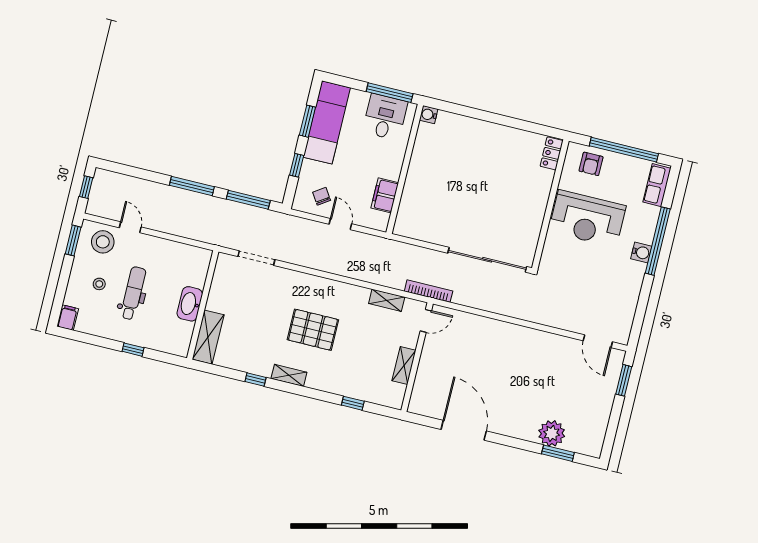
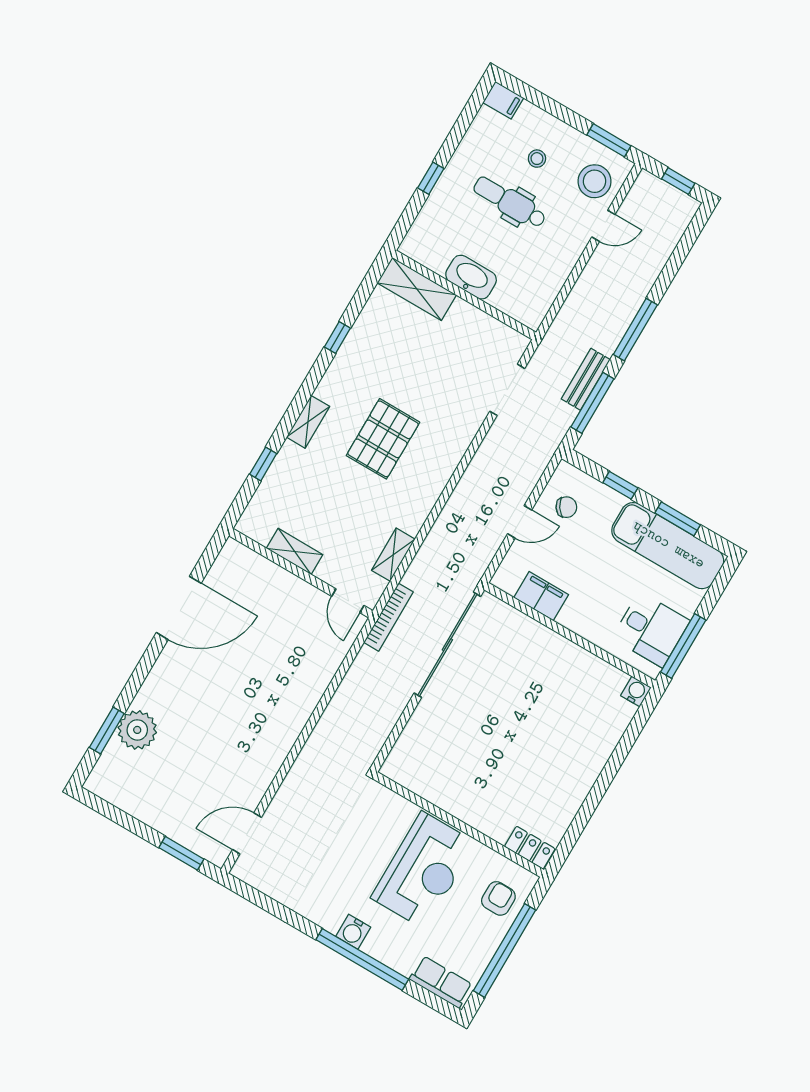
armchair: (591, 164) -> (498, 898), turned 90
bench: (234, 209) -> (586, 379), added
reception desk: (587, 219) -> (423, 870), turned 180
sliding door: (487, 260) -> (447, 645), moved
dental chair: (133, 293) -> (510, 202), turned 180
shelving: (289, 375) -> (308, 422), moved

